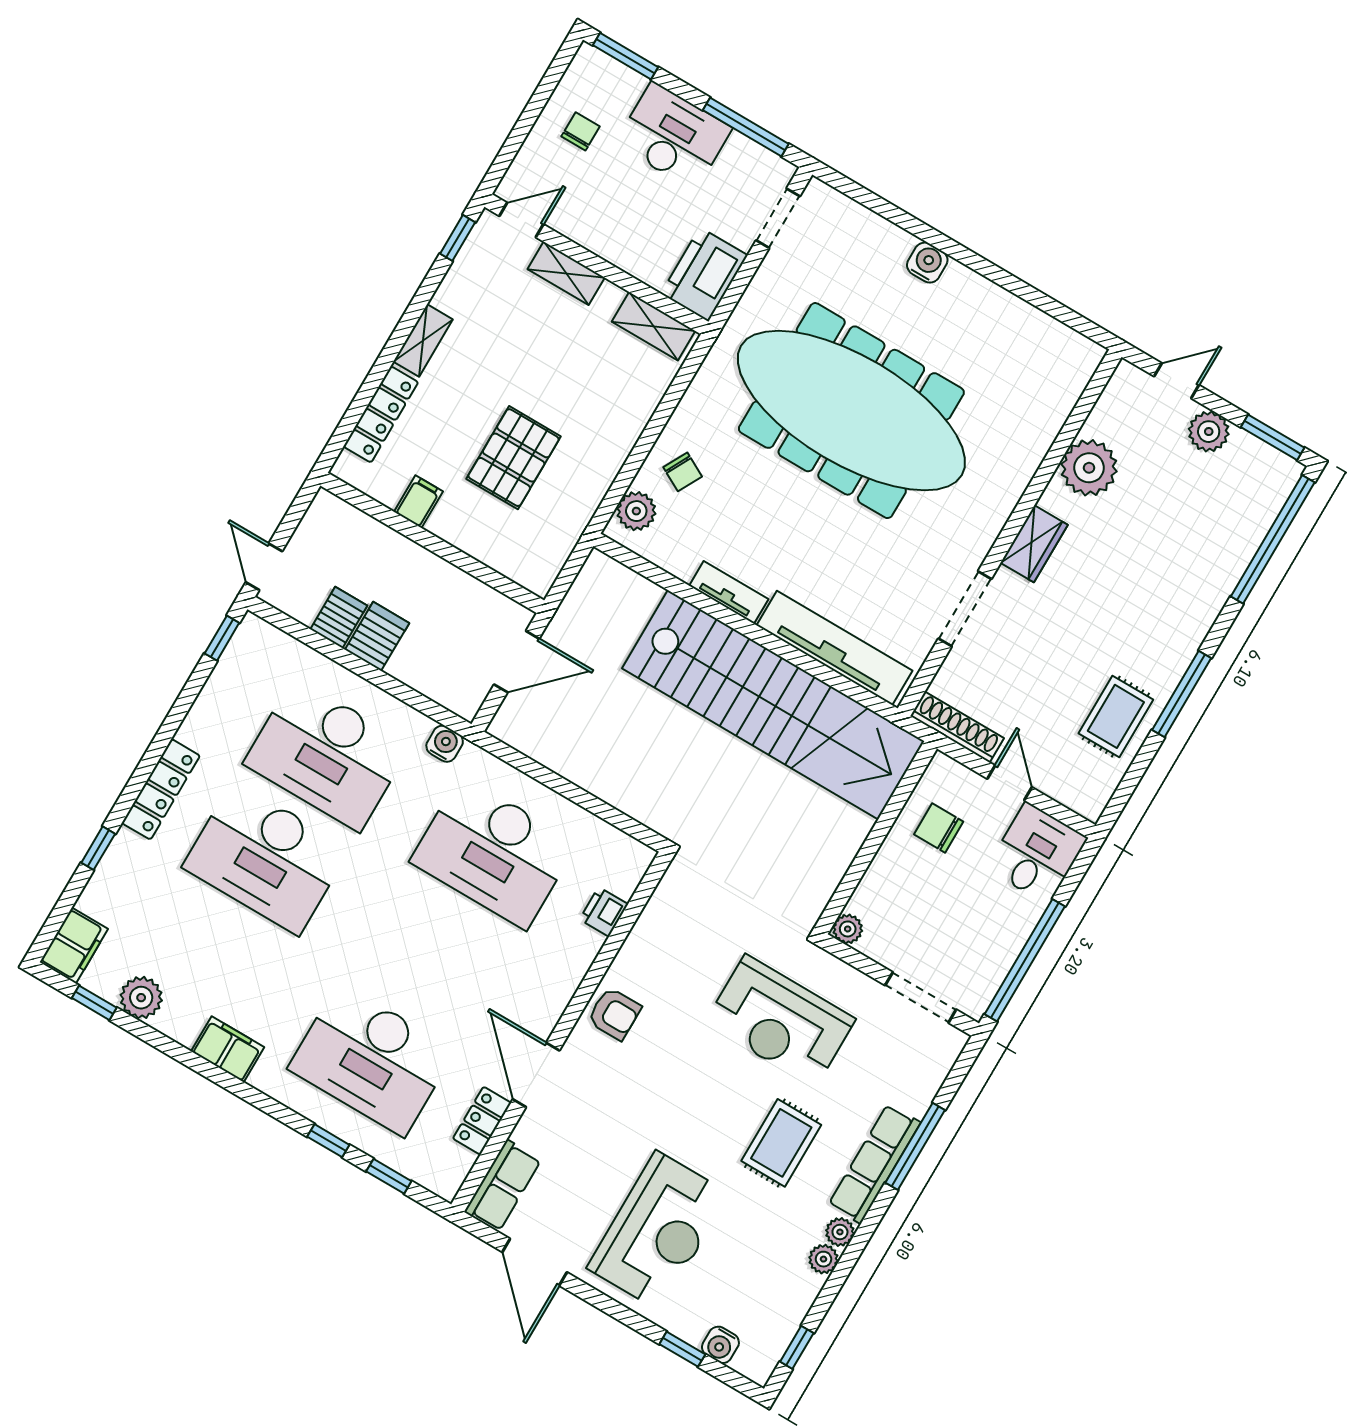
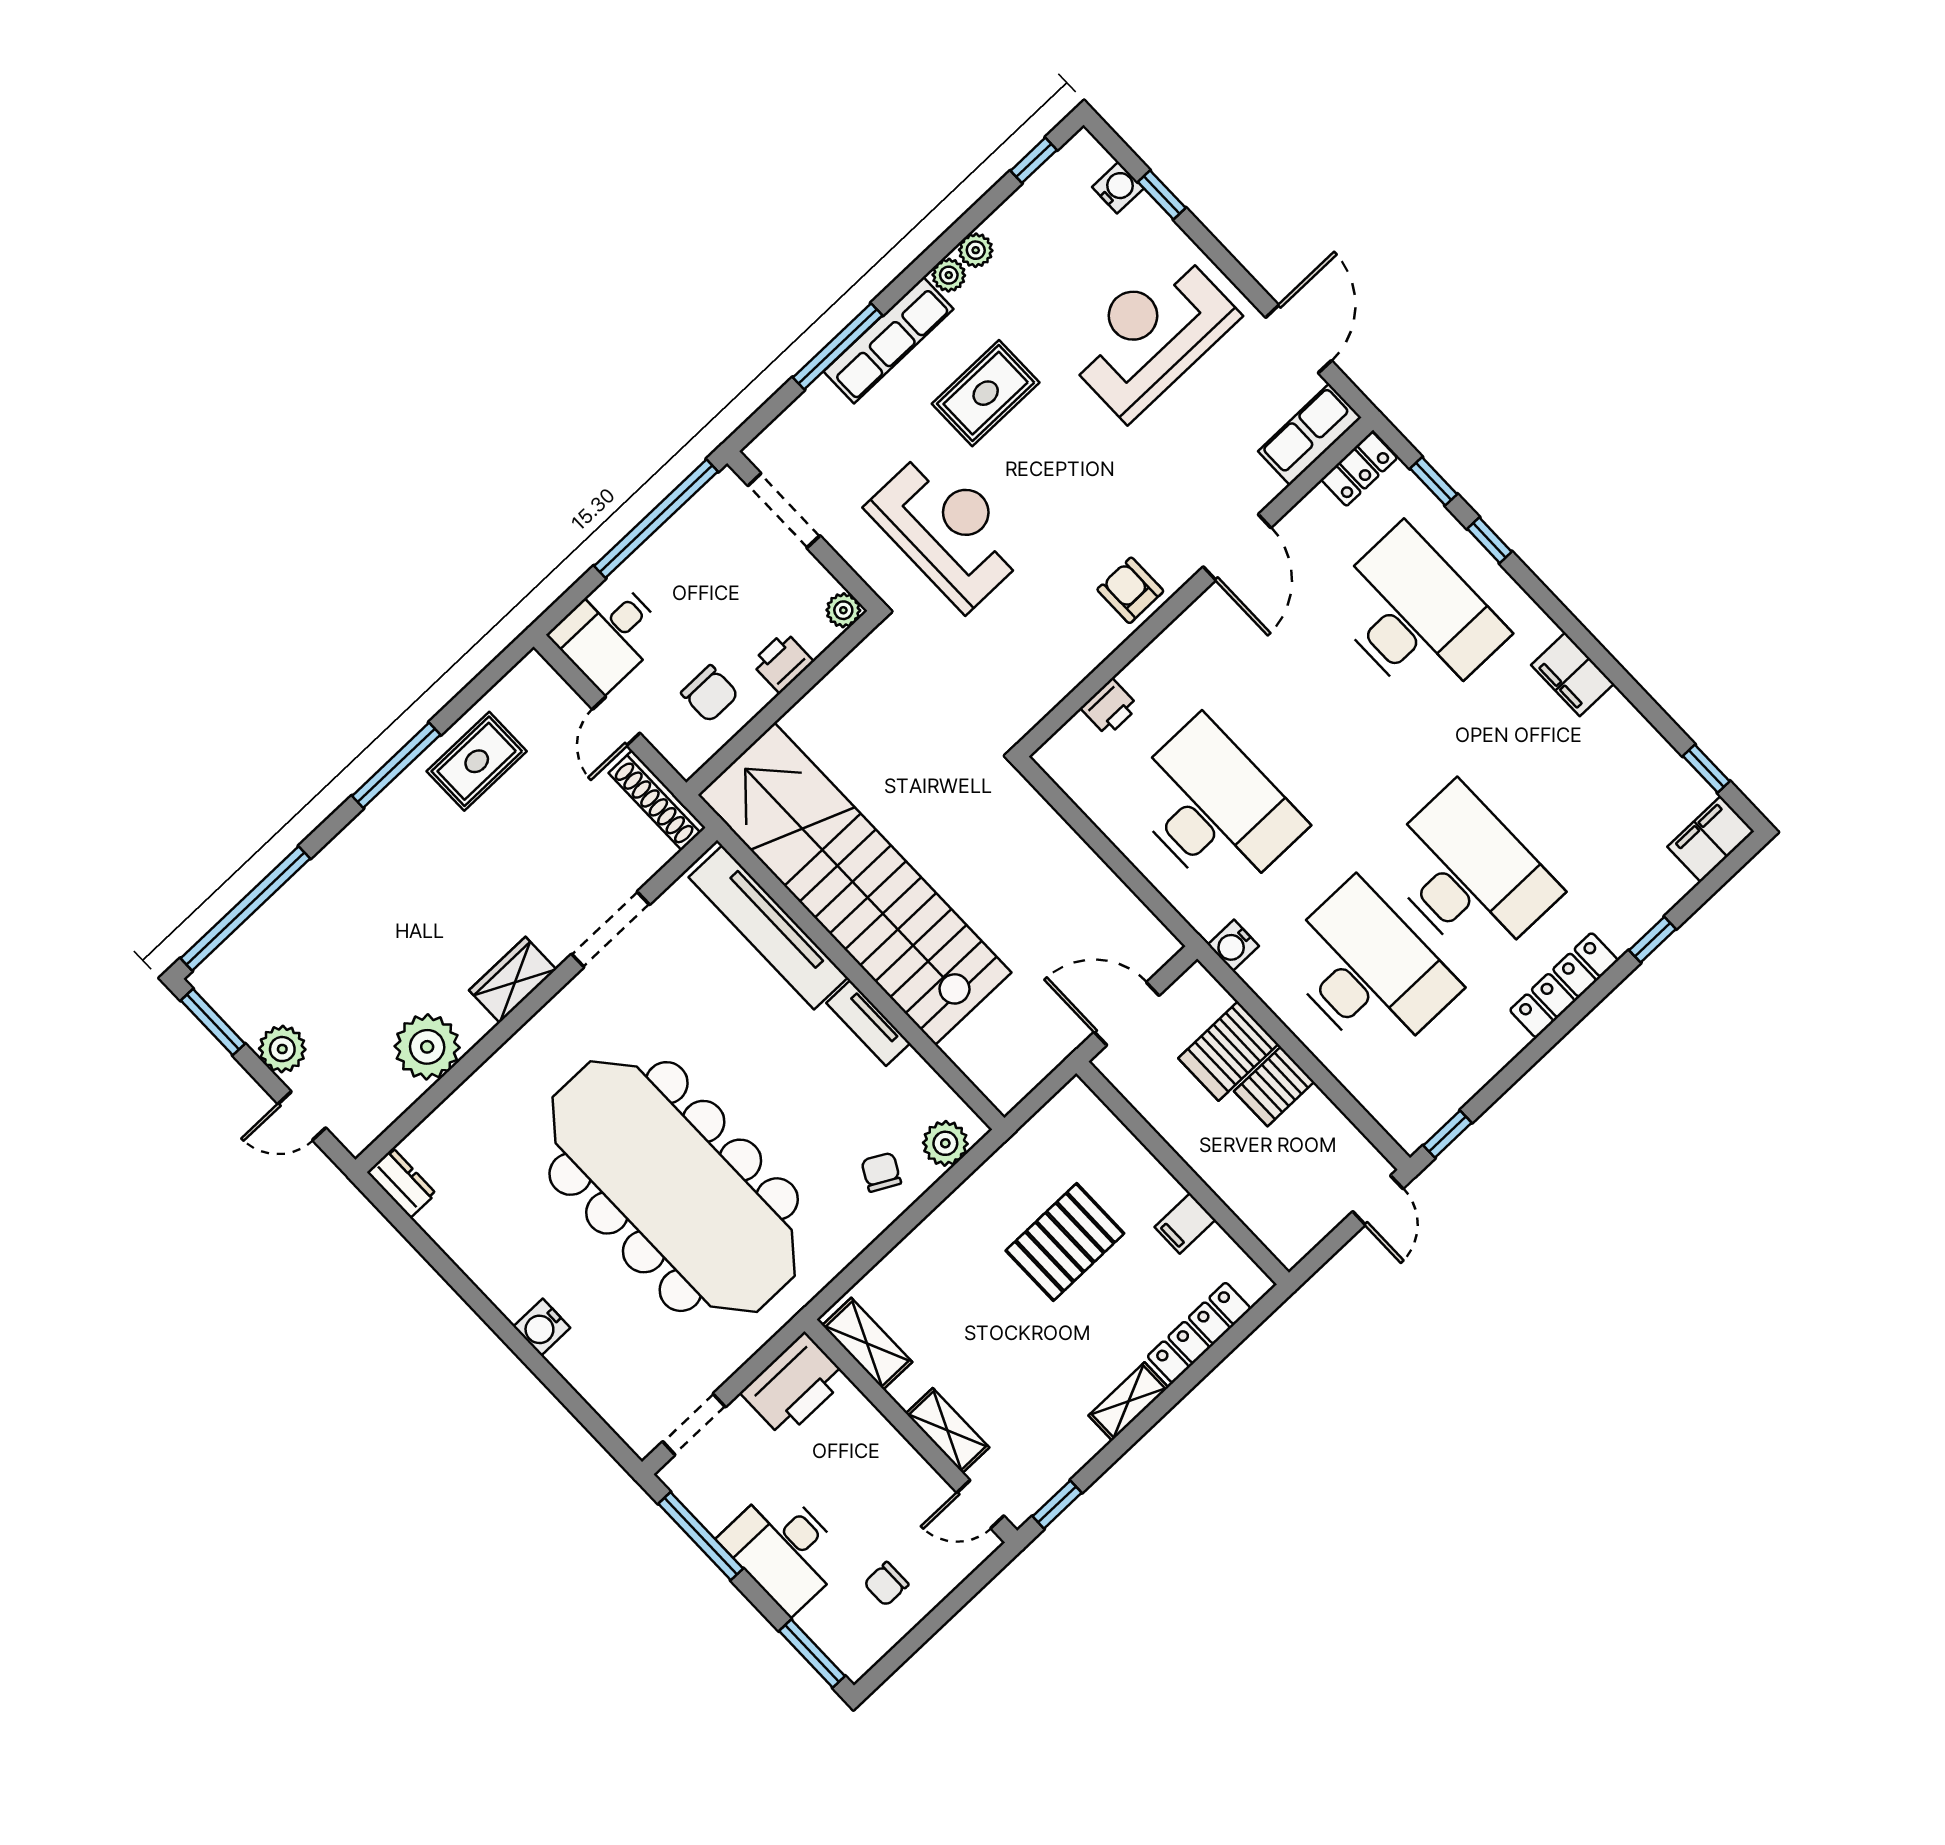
dresser: (1078, 349) -> (401, 1183), added
server rack: (339, 618) -> (1228, 1051), moved, width x1.36, depth x1.44
printer: (886, 871) -> (782, 662), added
plant: (141, 998) -> (1652, 759), removed
locker: (482, 1121) -> (1359, 469), moved

